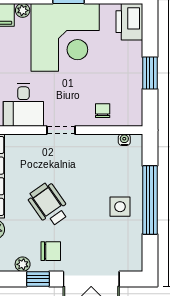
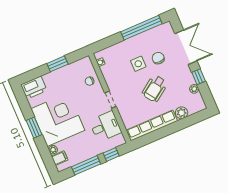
window: (150, 200) -> (141, 28), moved
side table: (120, 207) -> (138, 64), moved
chair: (51, 251) -> (158, 58), moved

